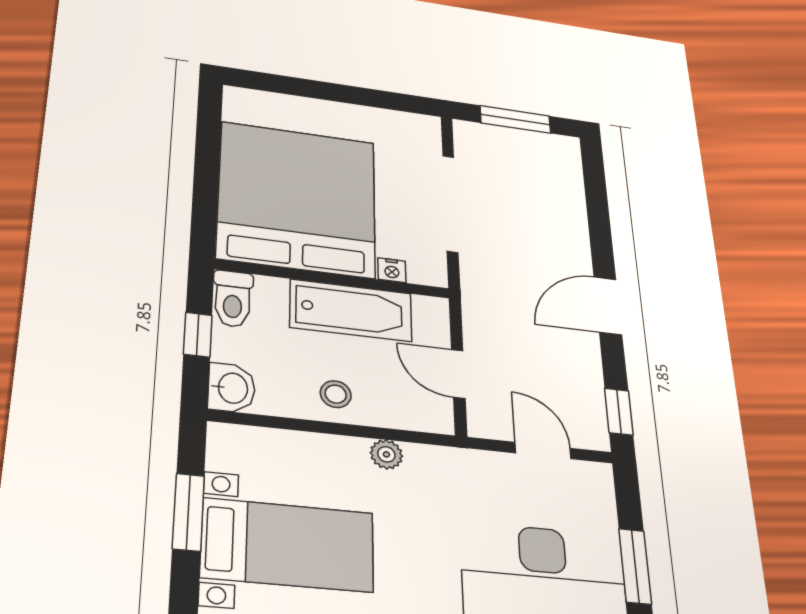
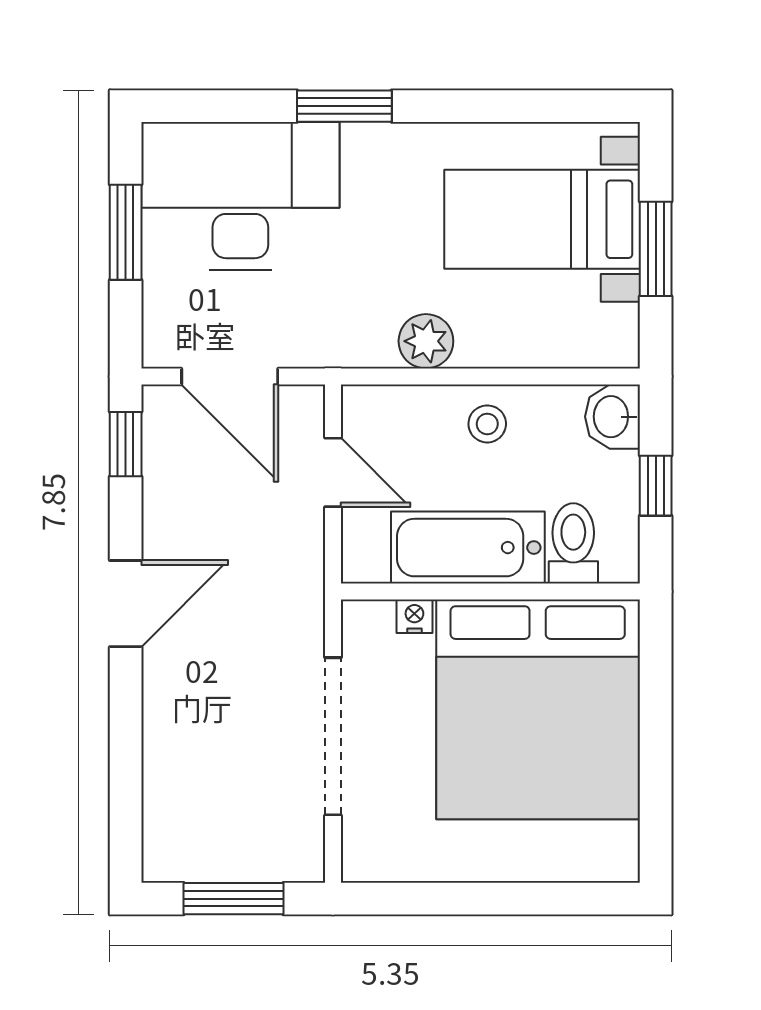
toilet: (233, 299) -> (573, 543), moved
door: (543, 451) -> (230, 376), width x1.38
plant: (386, 454) -> (426, 341), width x1.38, depth x1.38

